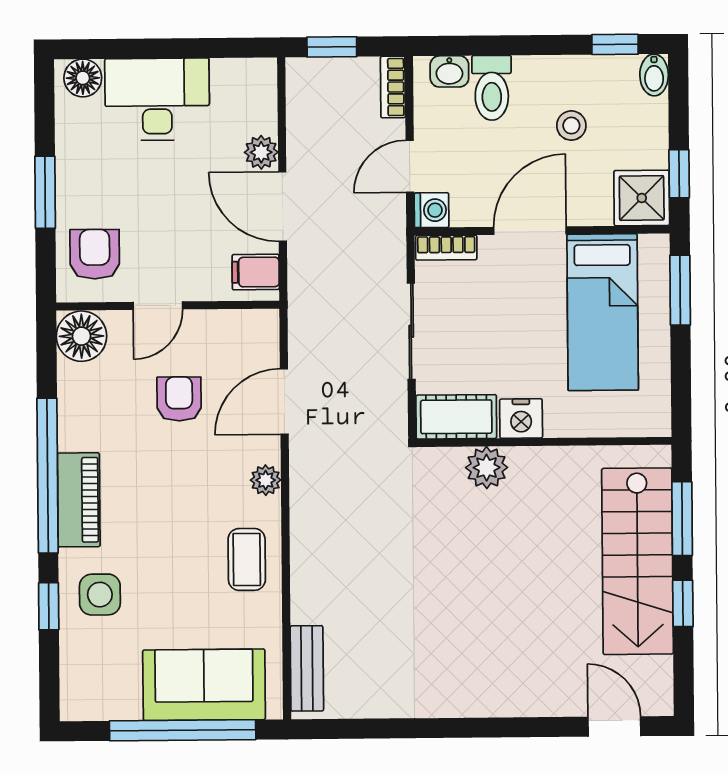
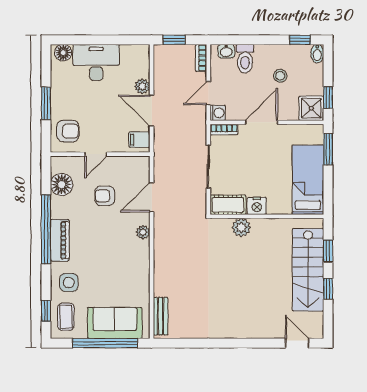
armchair: (95, 254) -> (68, 131), turned 90
bed: (603, 312) -> (308, 180), moved, turned 180
floor lamp: (81, 336) -> (62, 184), moved
armchair: (179, 399) -> (105, 196), turned -90
window: (682, 519) -> (328, 251), width x0.67
coffee table: (247, 559) -> (66, 317), moved
window: (49, 606) -> (46, 311), moved

